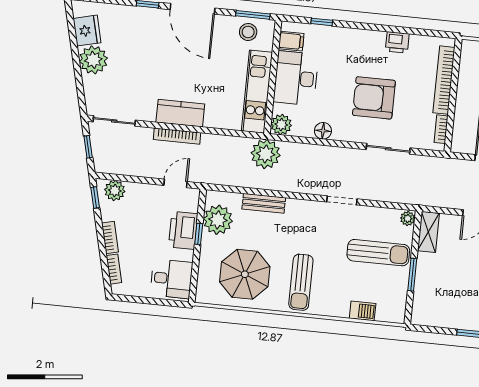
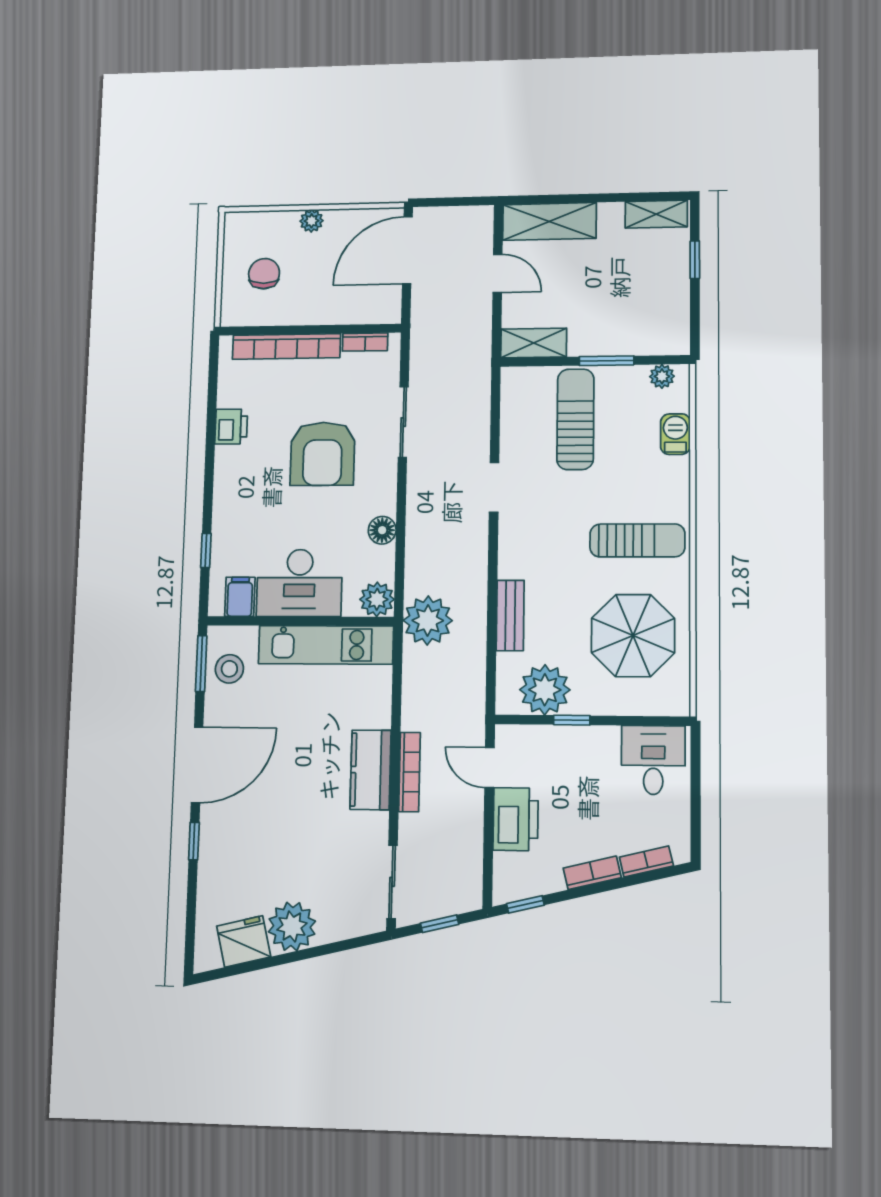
plant: (115, 191) -> (510, 871), removed
plant: (408, 218) -> (662, 376), moved
printer: (183, 230) -> (516, 819), moved, turned -90

